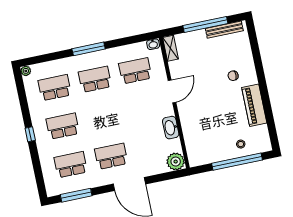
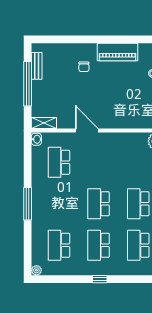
bench: (224, 30) -> (37, 66), width x0.73
school desk: (95, 79) -> (99, 204), moved
washbasin: (171, 128) -> (122, 139), removed

